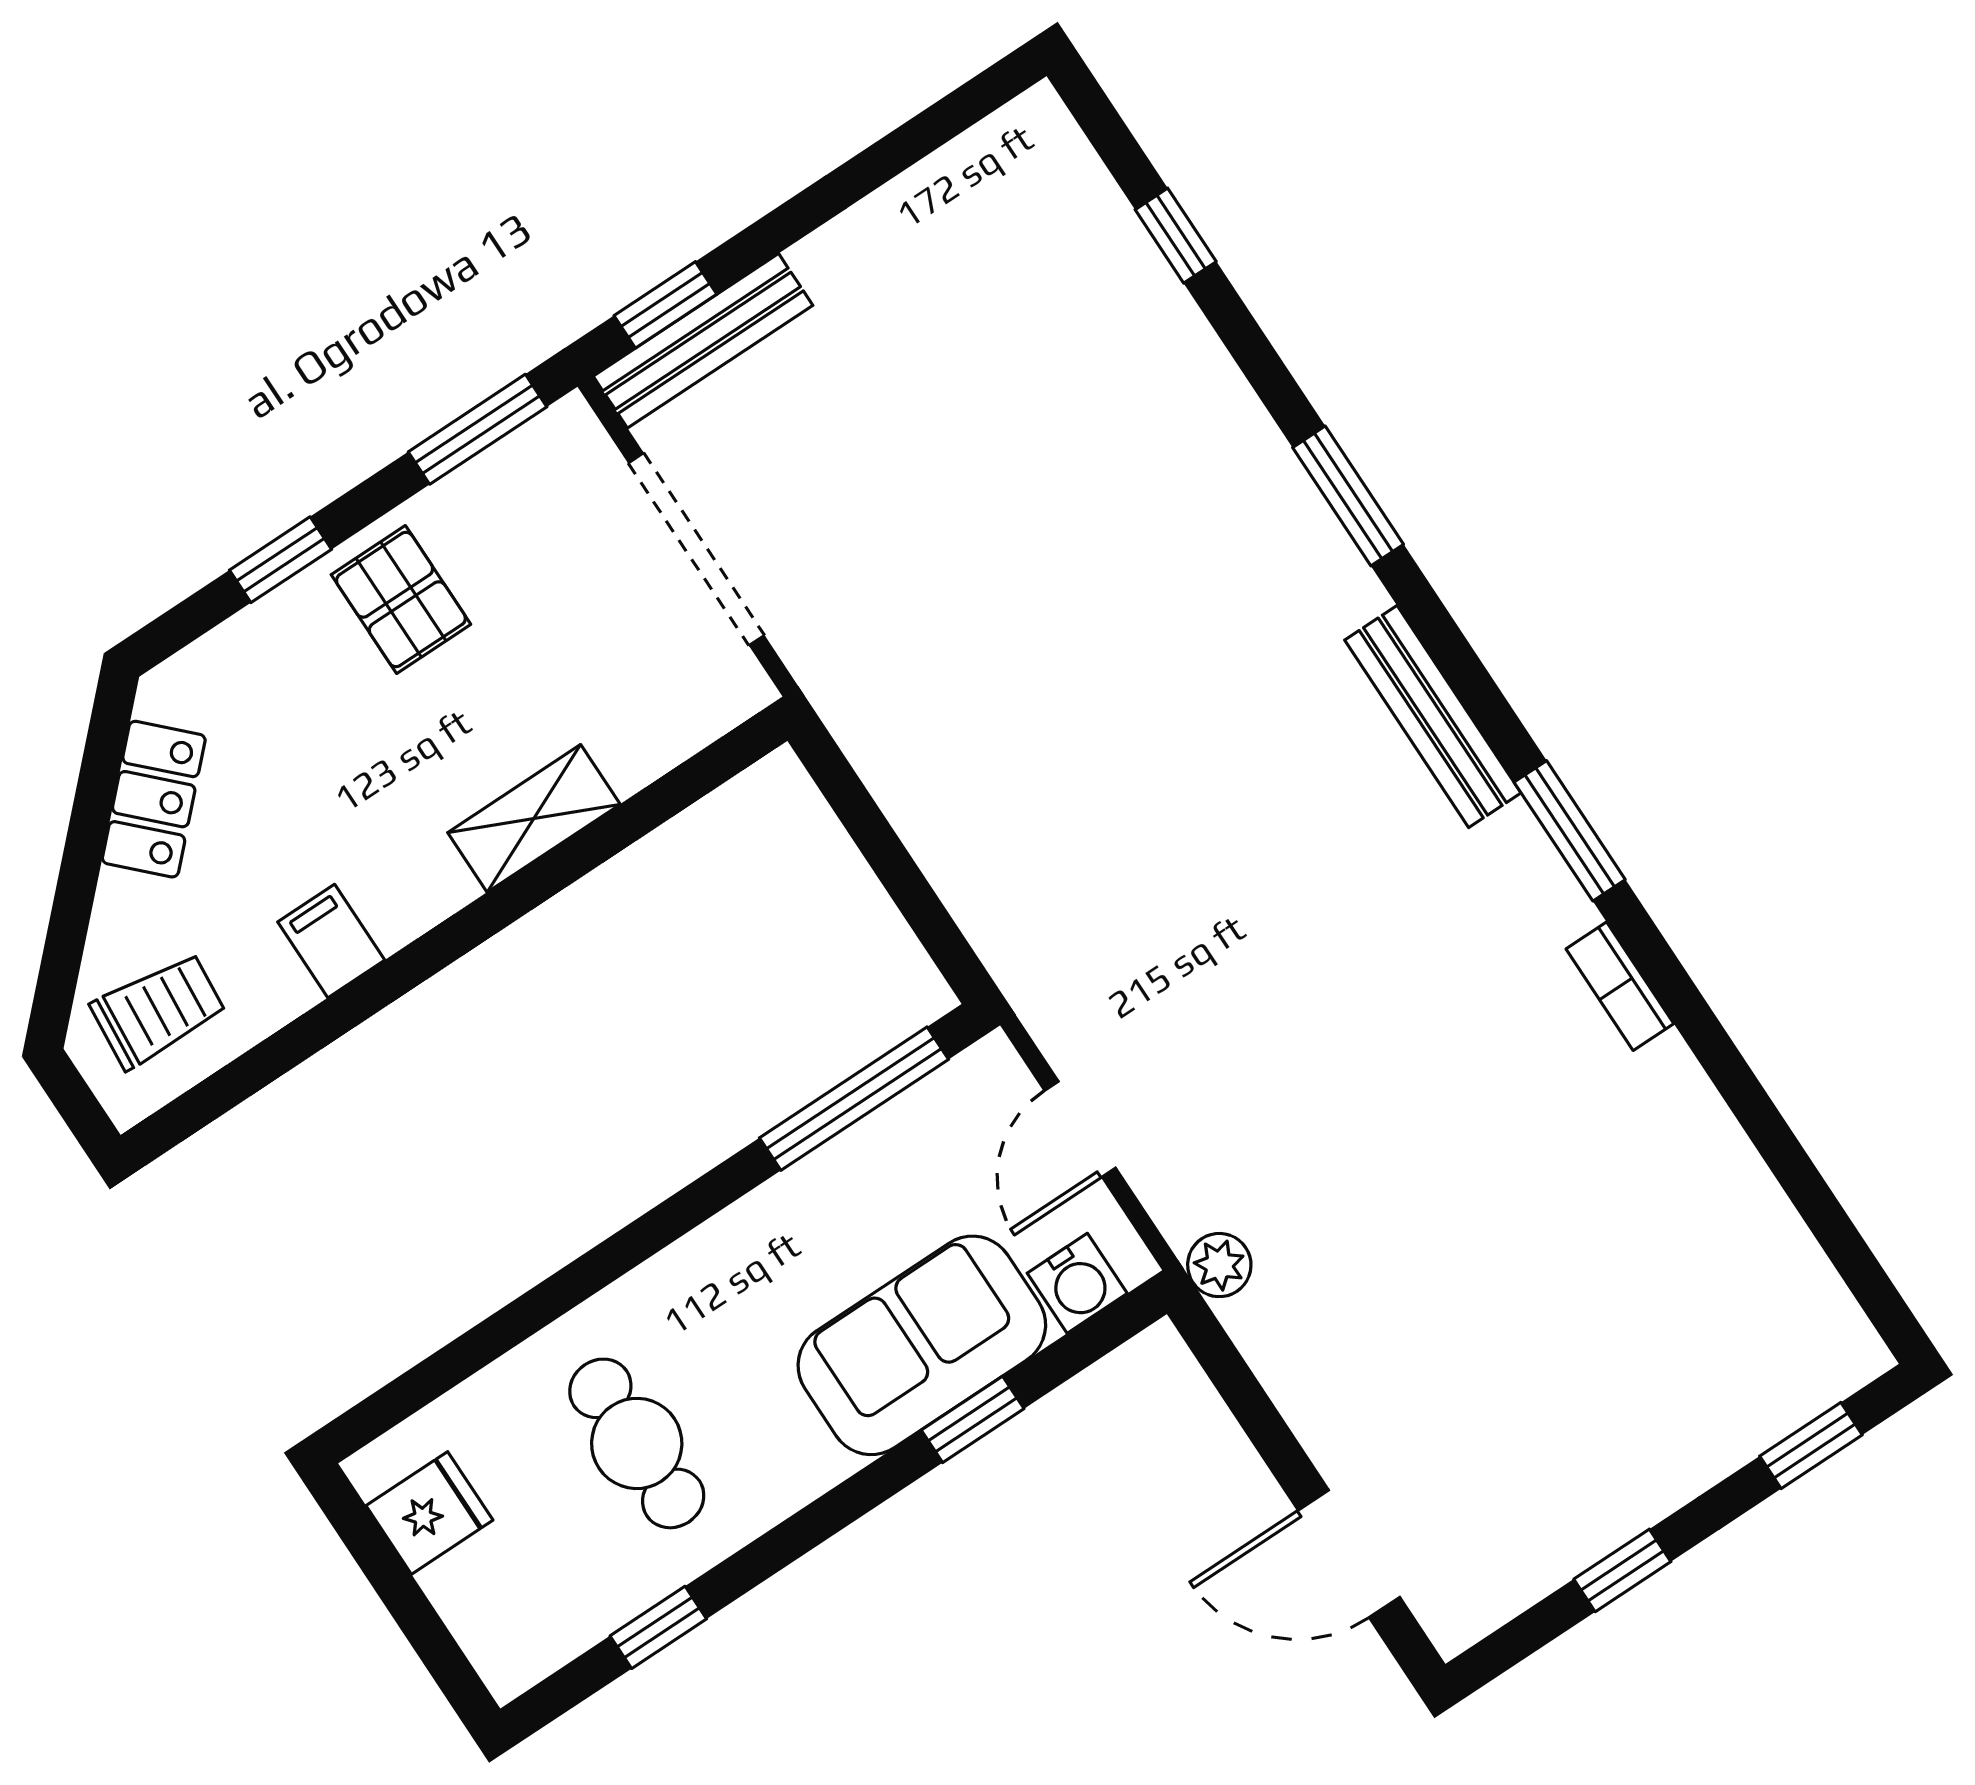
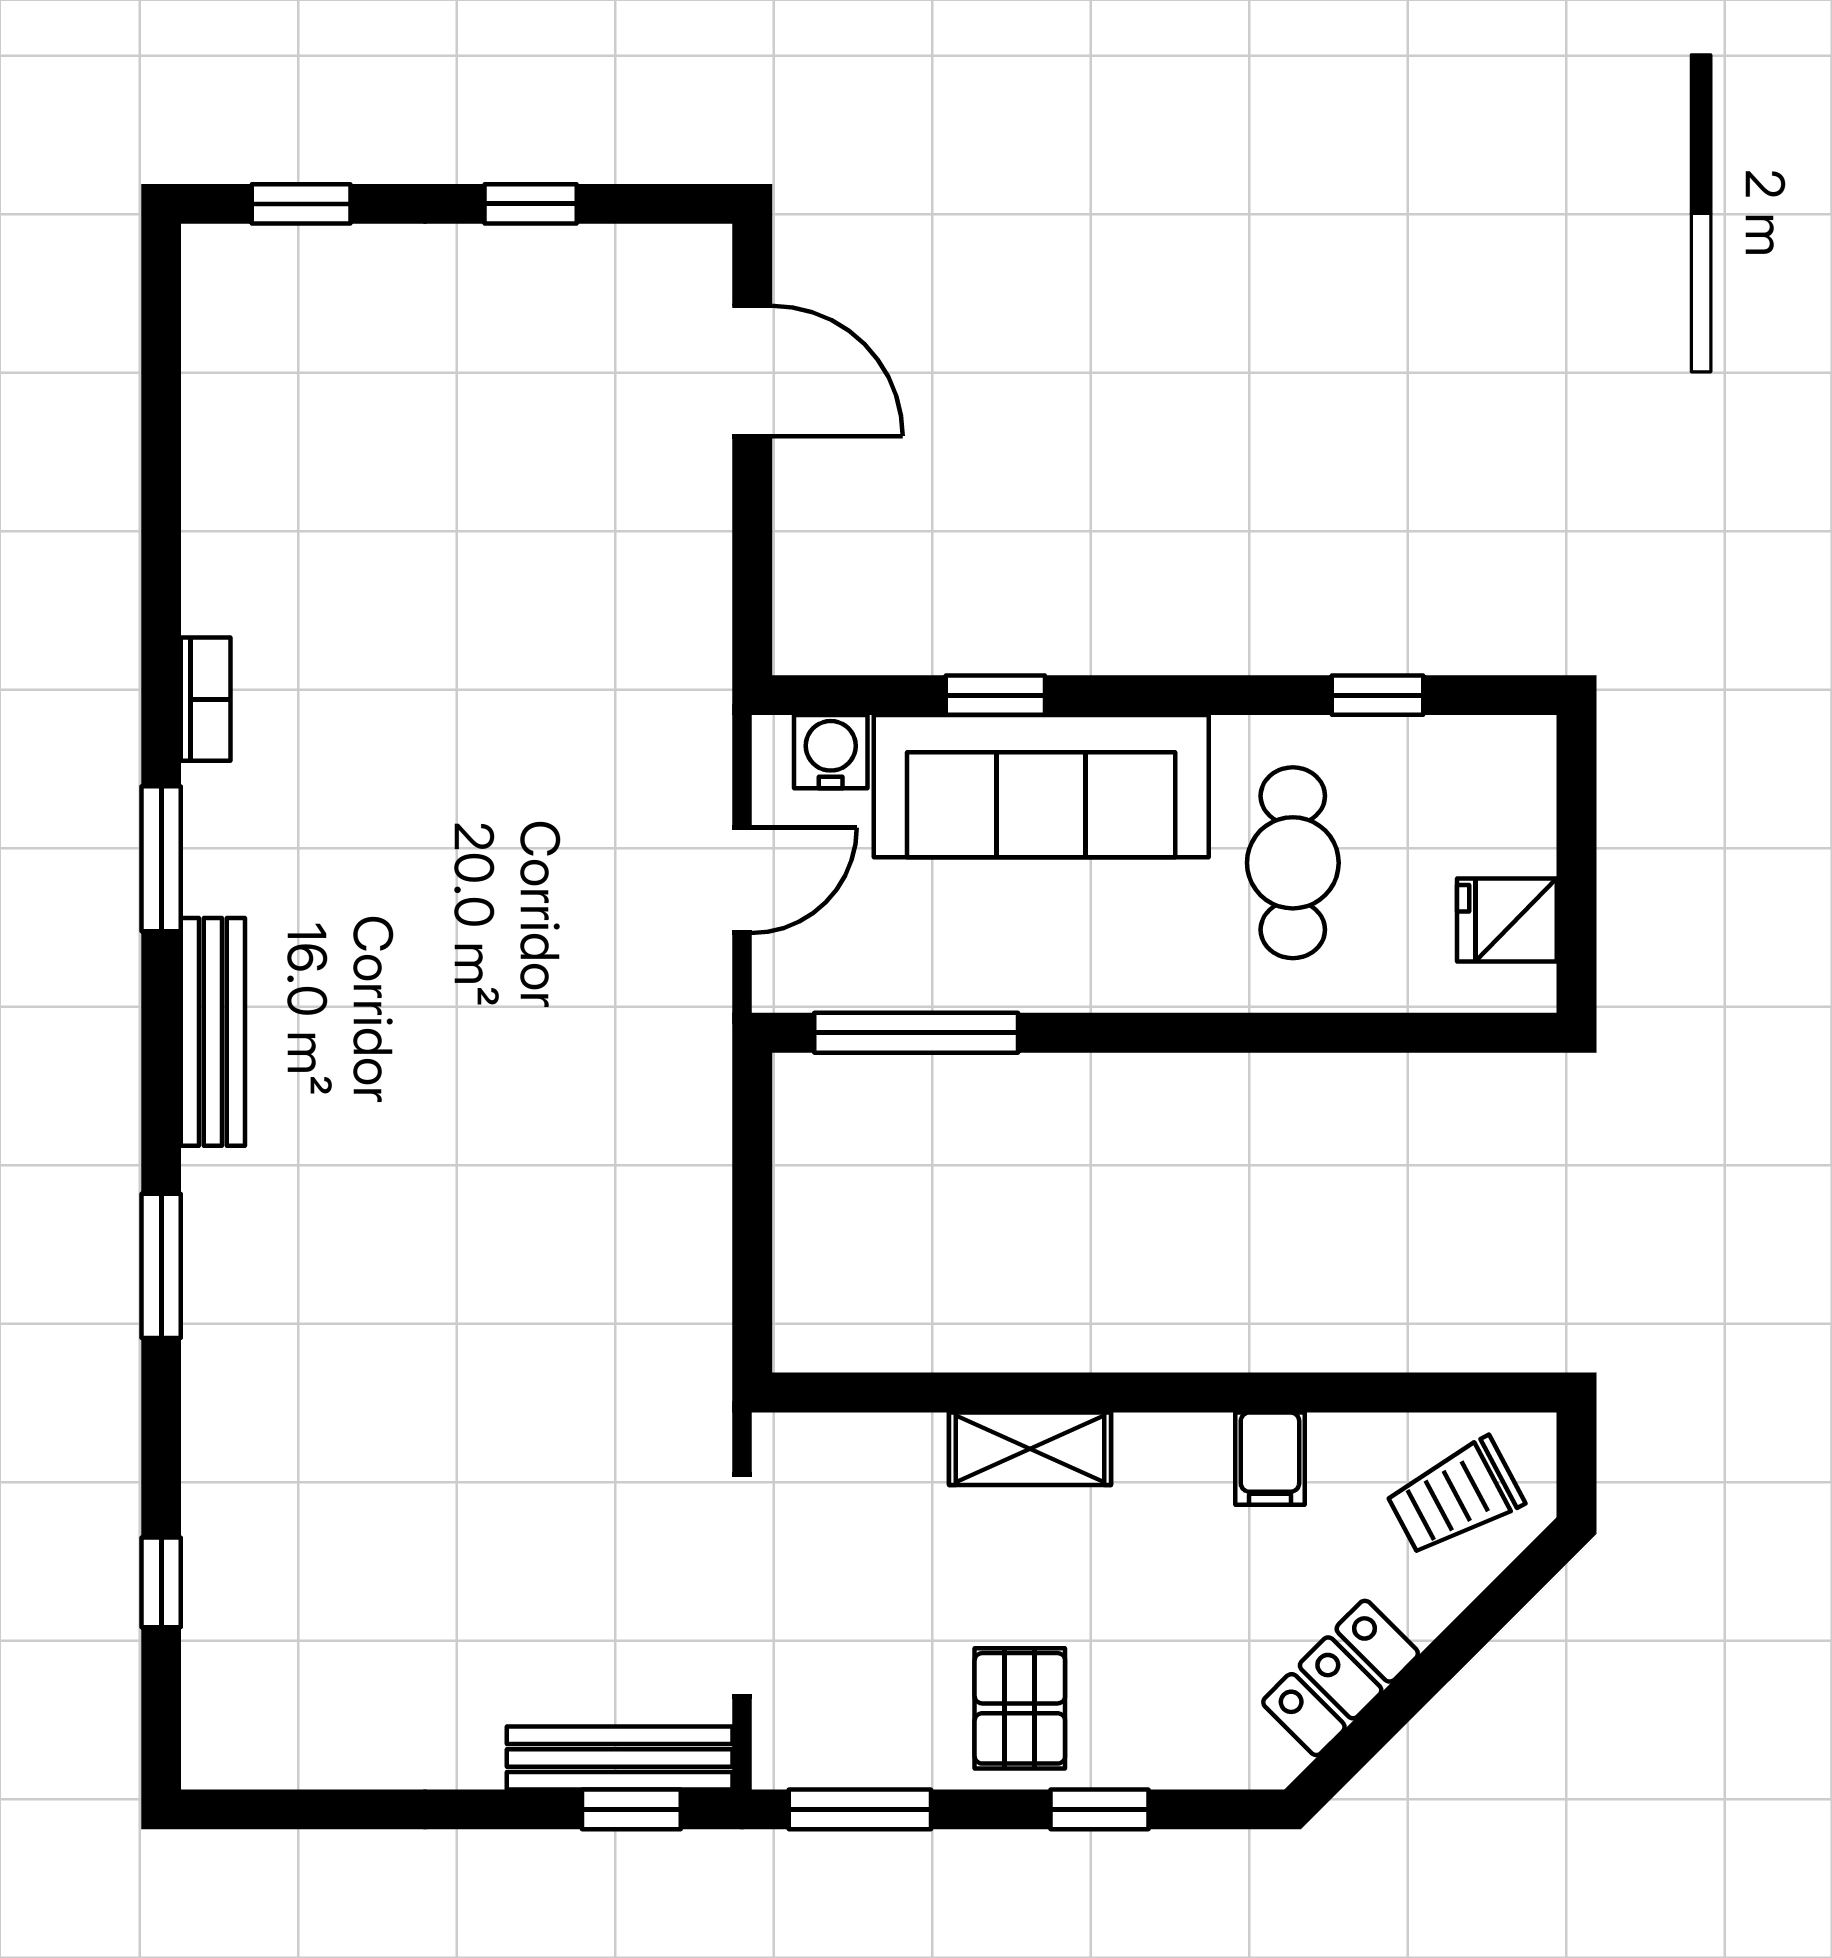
trolley: (158, 1010) -> (1455, 1497), turned -33
plant: (1219, 1265) -> (700, 688), removed
sofa: (922, 1345) -> (1041, 786), width x1.36

